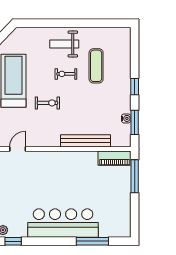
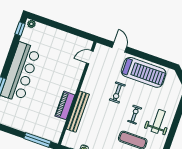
door: (18, 149) -> (90, 57), swing flipped
piano: (114, 158) -> (65, 105), moved

